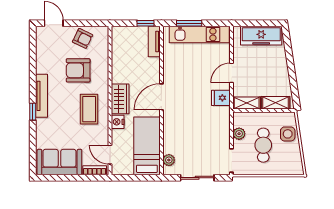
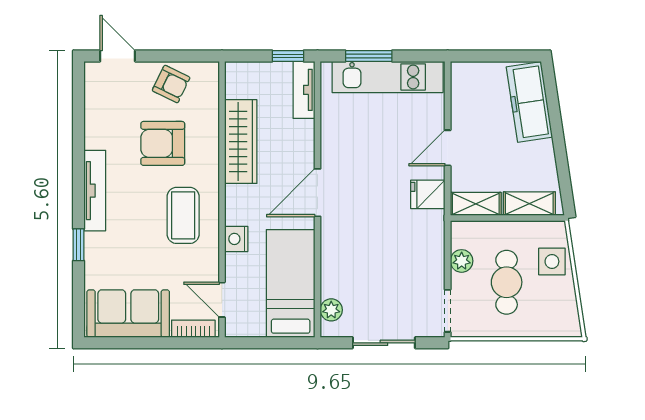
freezer: (261, 36) -> (529, 102), moved, turned 81
wardrobe: (120, 99) -> (241, 142), moved, width x1.50
window: (33, 112) -> (79, 245), moved

